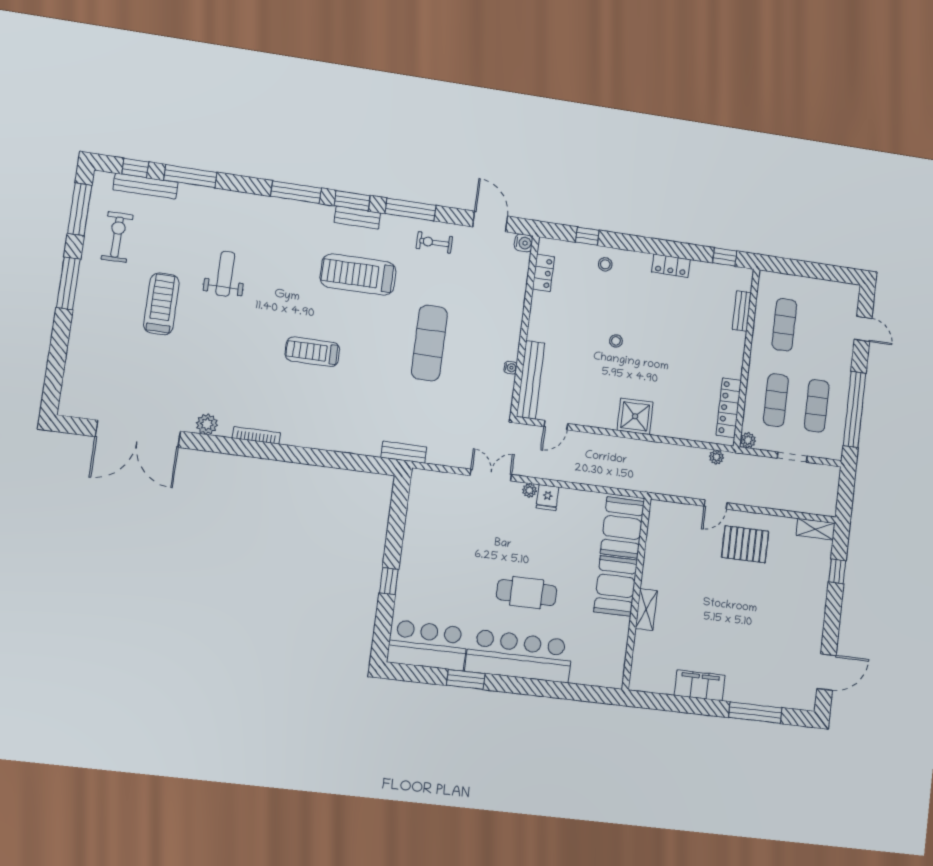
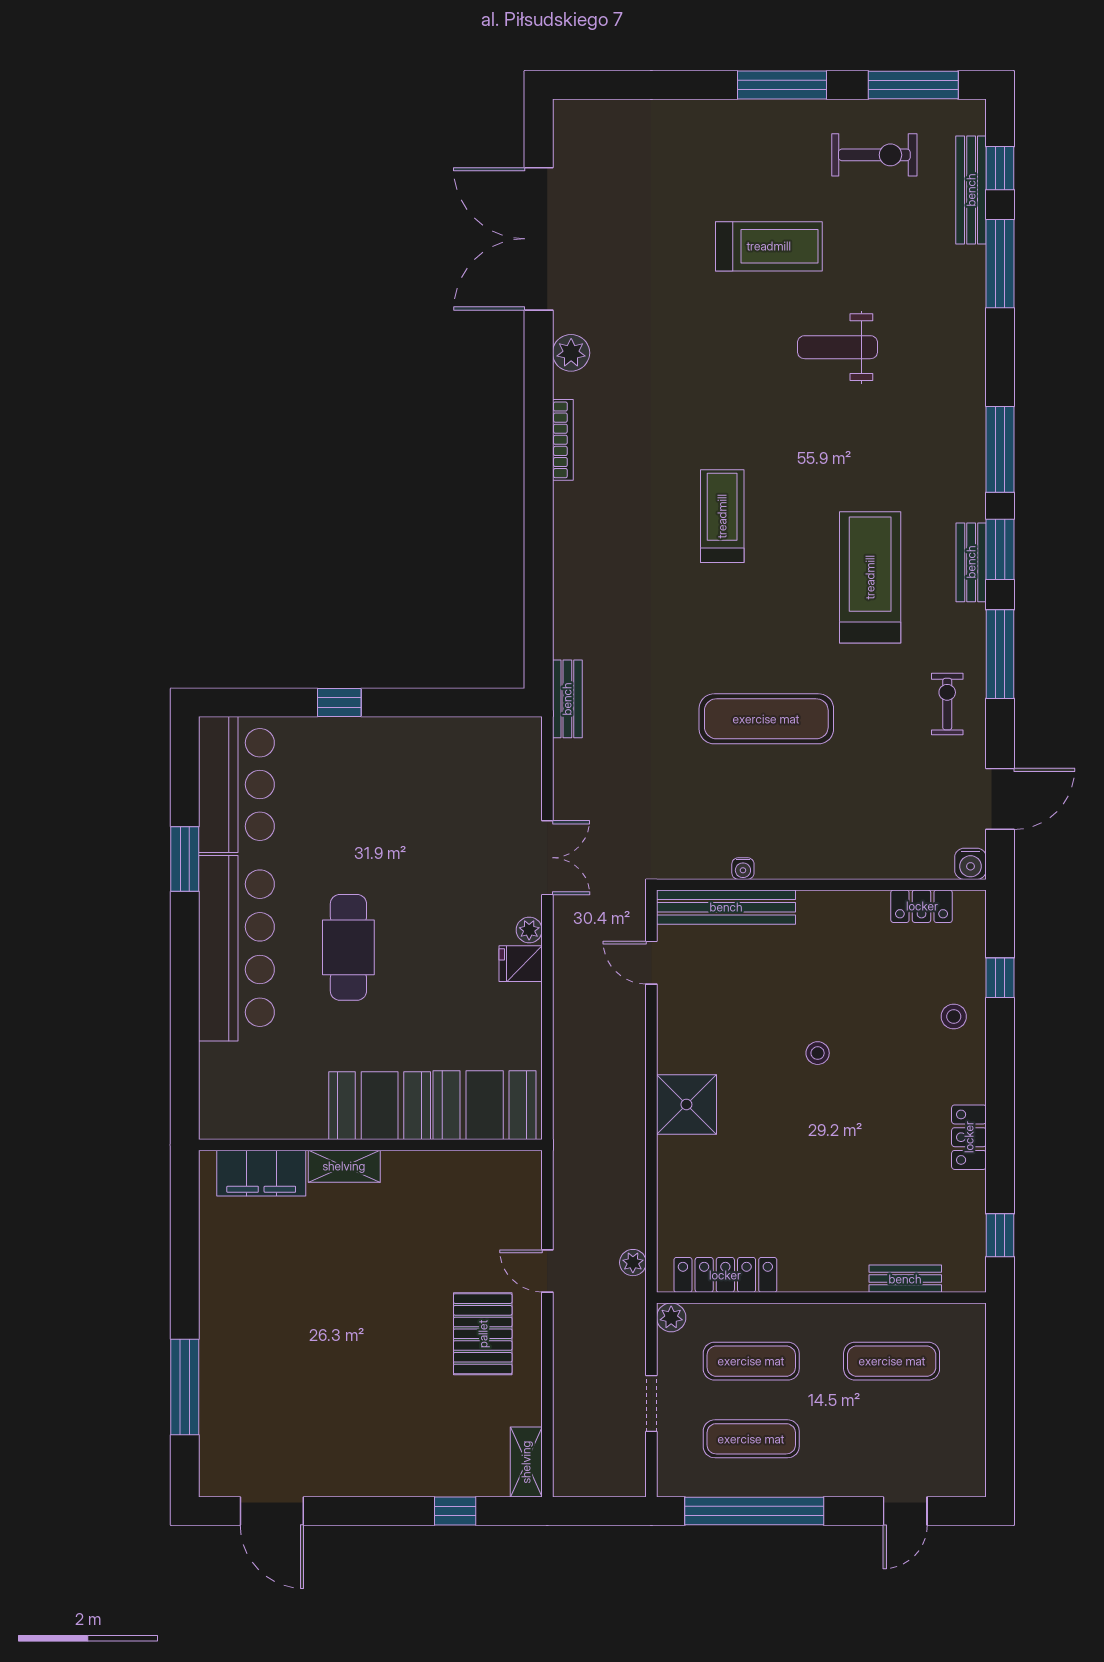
weight bench: (225, 274) -> (838, 347), turned 180
filing cabinet: (700, 685) -> (261, 1173), moved, turned 90

